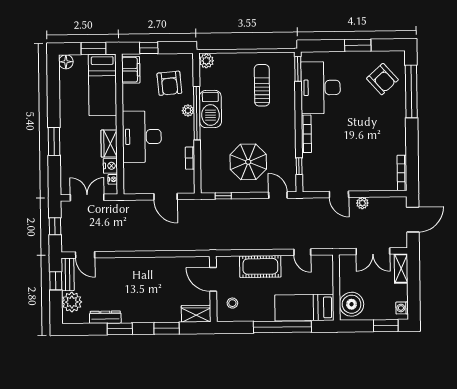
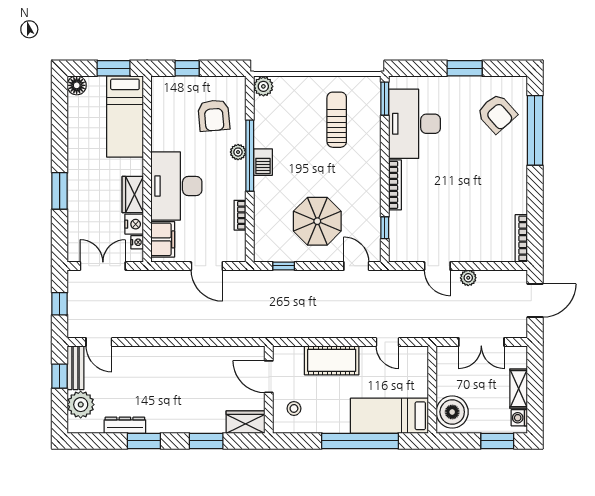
filing cabinet: (131, 70) -> (163, 239), moved
barbecue: (210, 109) -> (263, 162), width x0.53, depth x0.65
shelving: (401, 269) -> (519, 389), moved

